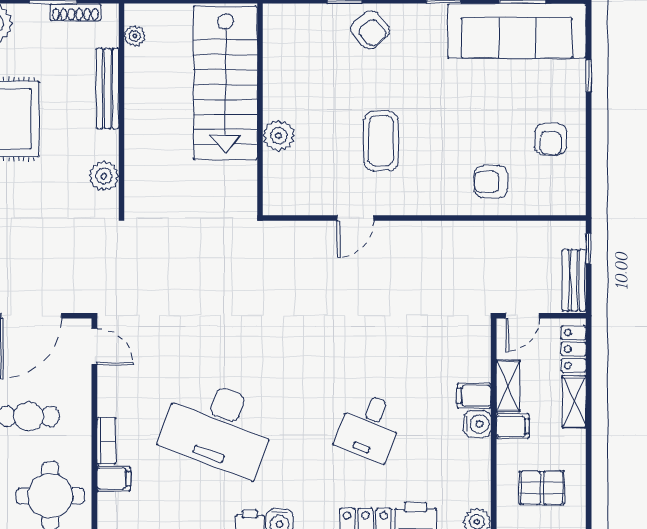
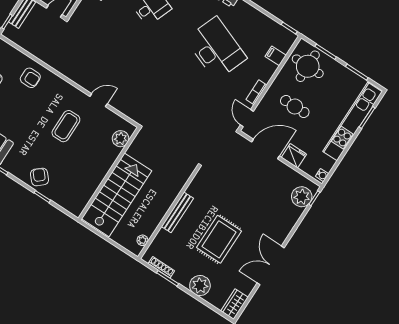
bench: (107, 88) -> (177, 212), moved
plant: (279, 136) -> (121, 139), moved
plant: (104, 176) -> (195, 189), removed
bookcase: (106, 441) -> (256, 92), moved

